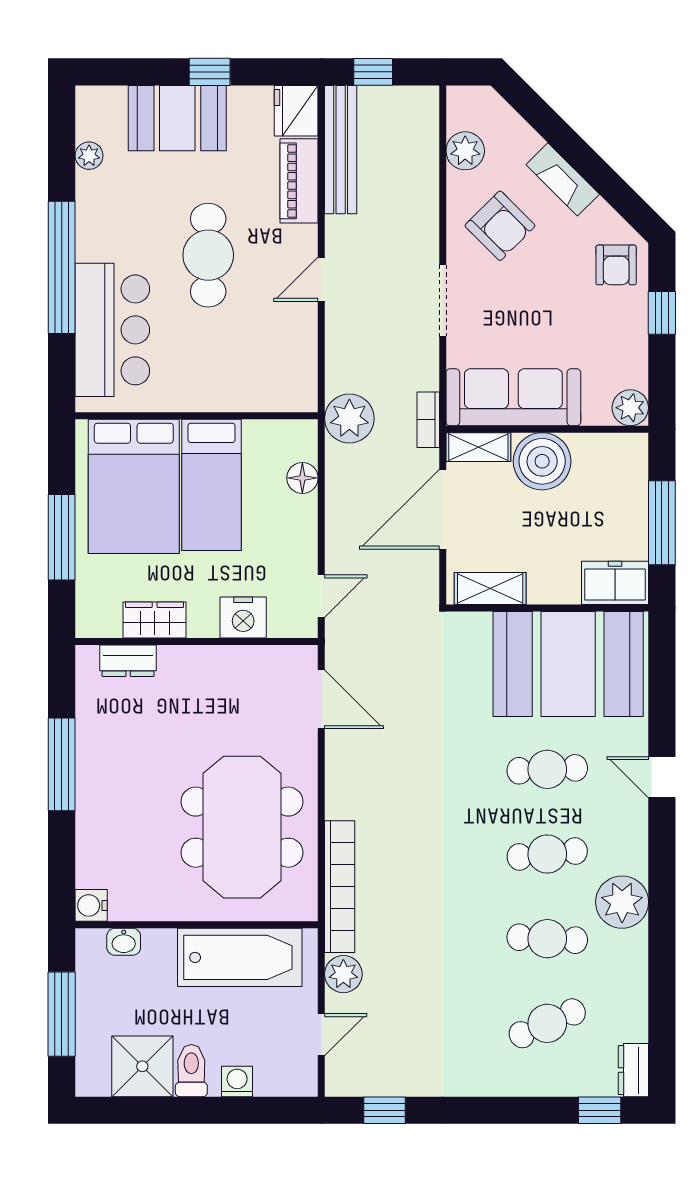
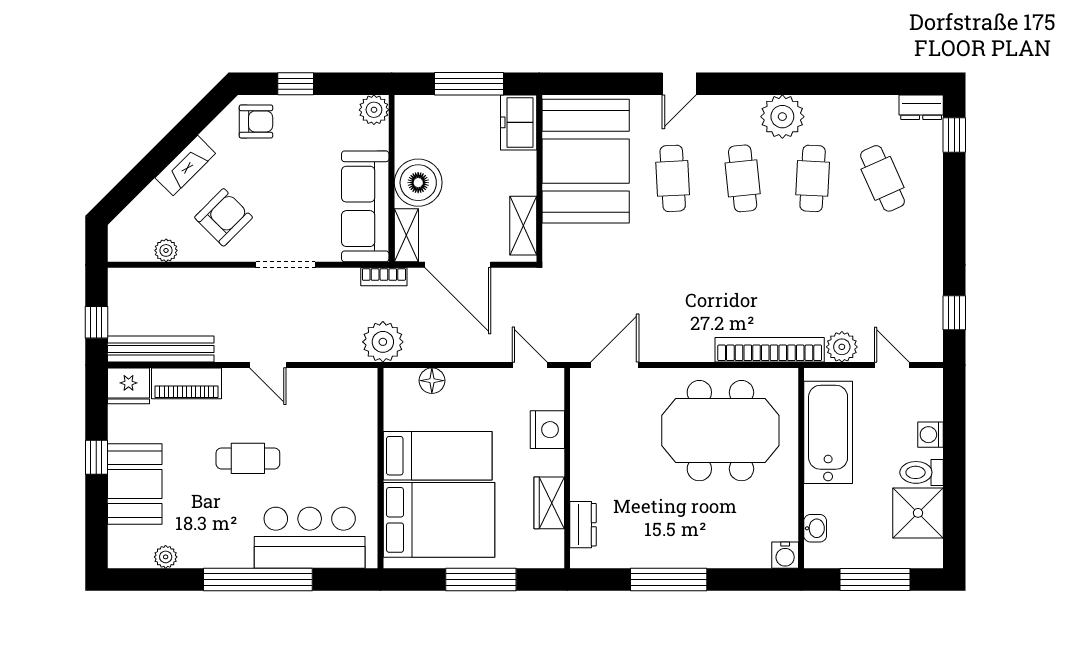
plant: (465, 151) -> (166, 250), width x0.73, depth x0.73
cafe table: (208, 255) -> (248, 458), width x0.73, depth x0.74

